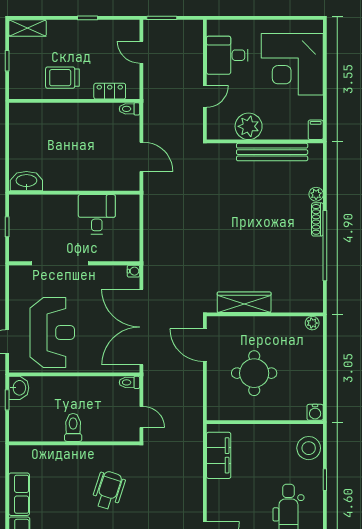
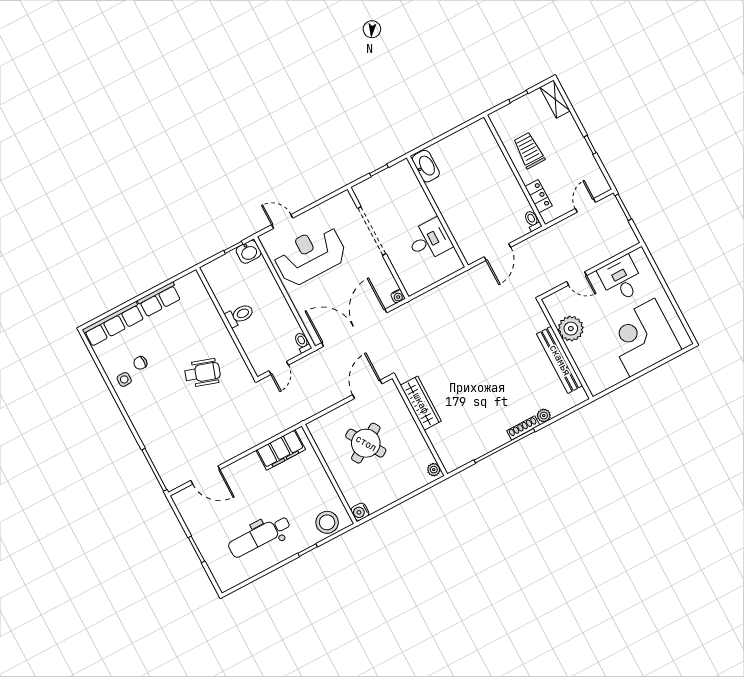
filing cabinet: (316, 130) -> (598, 387), removed
reception desk: (52, 332) -> (310, 255), turned 180
round table: (254, 373) -> (366, 443), turned -32

